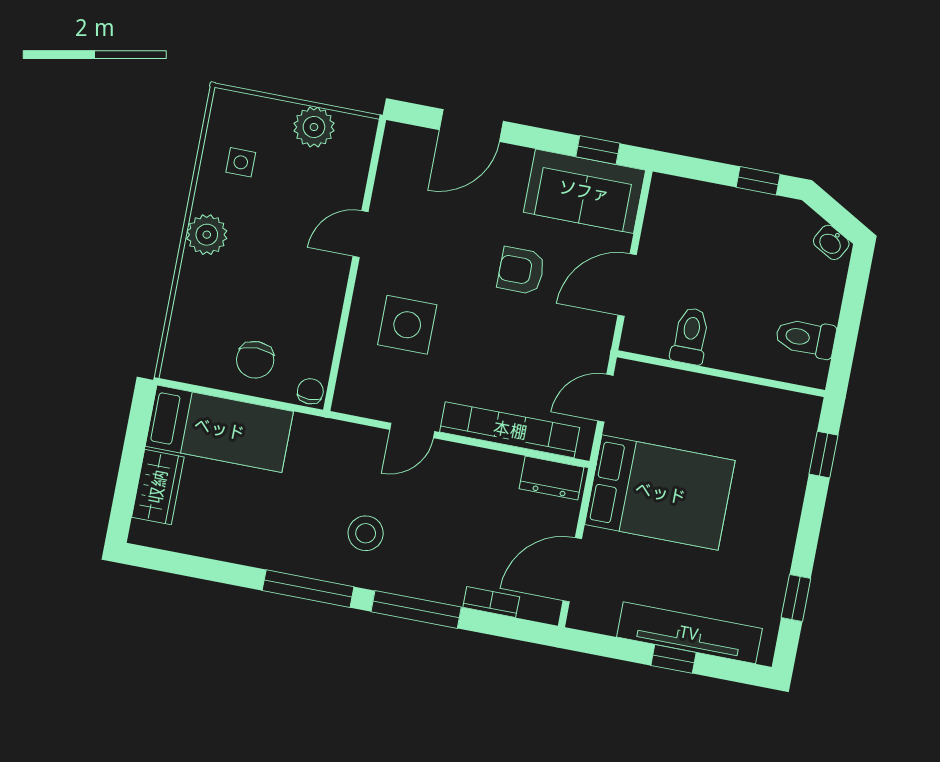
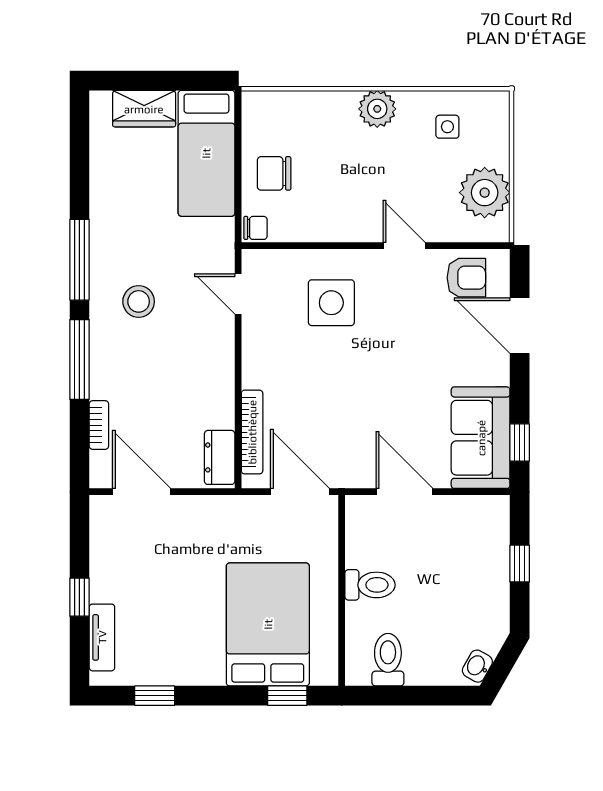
plant: (314, 127) -> (485, 193), width x1.36, depth x1.36
window: (758, 181) -> (520, 564), moved
armchair: (521, 271) -> (466, 278), moved, turned 90
toilet: (690, 336) -> (370, 585), moved
door: (605, 398) -> (300, 492), width x1.38
door: (412, 430) -> (238, 294), moved
bookcase: (510, 430) -> (252, 432), width x0.68, depth x0.76
bed: (660, 493) -> (268, 624), moved, turned 180
tv unit: (689, 633) -> (102, 637), width x0.52, depth x0.78

